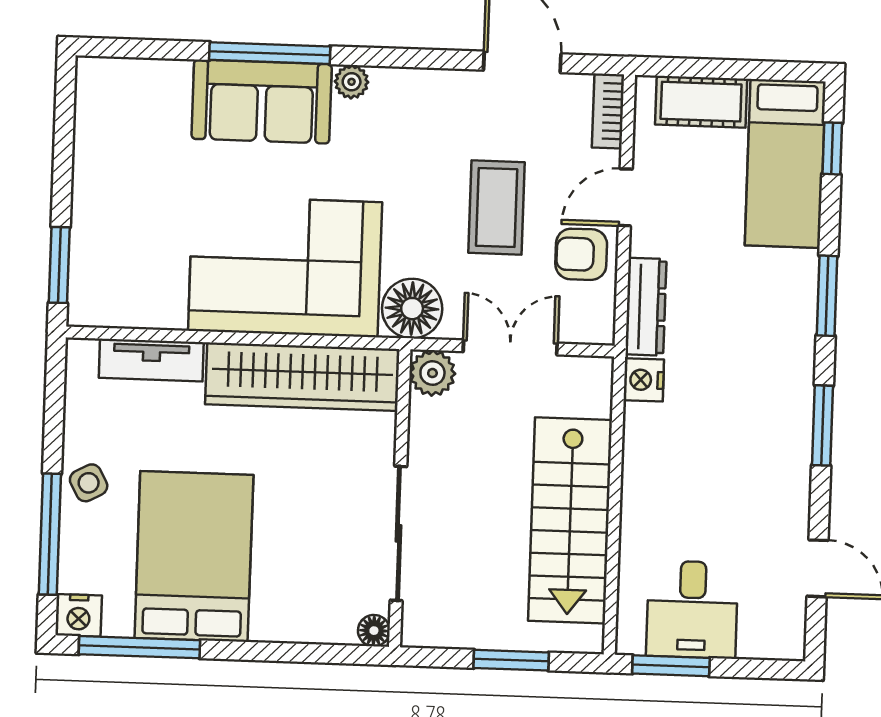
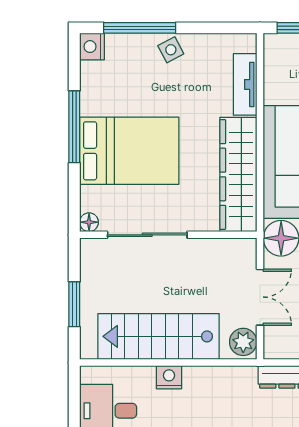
plant: (432, 373) -> (243, 342), moved
nightstand: (644, 380) -> (169, 377), moved
bed: (194, 556) -> (129, 151), moved
window: (139, 647) -> (74, 127), moved
window: (671, 666) -> (74, 399), removed

